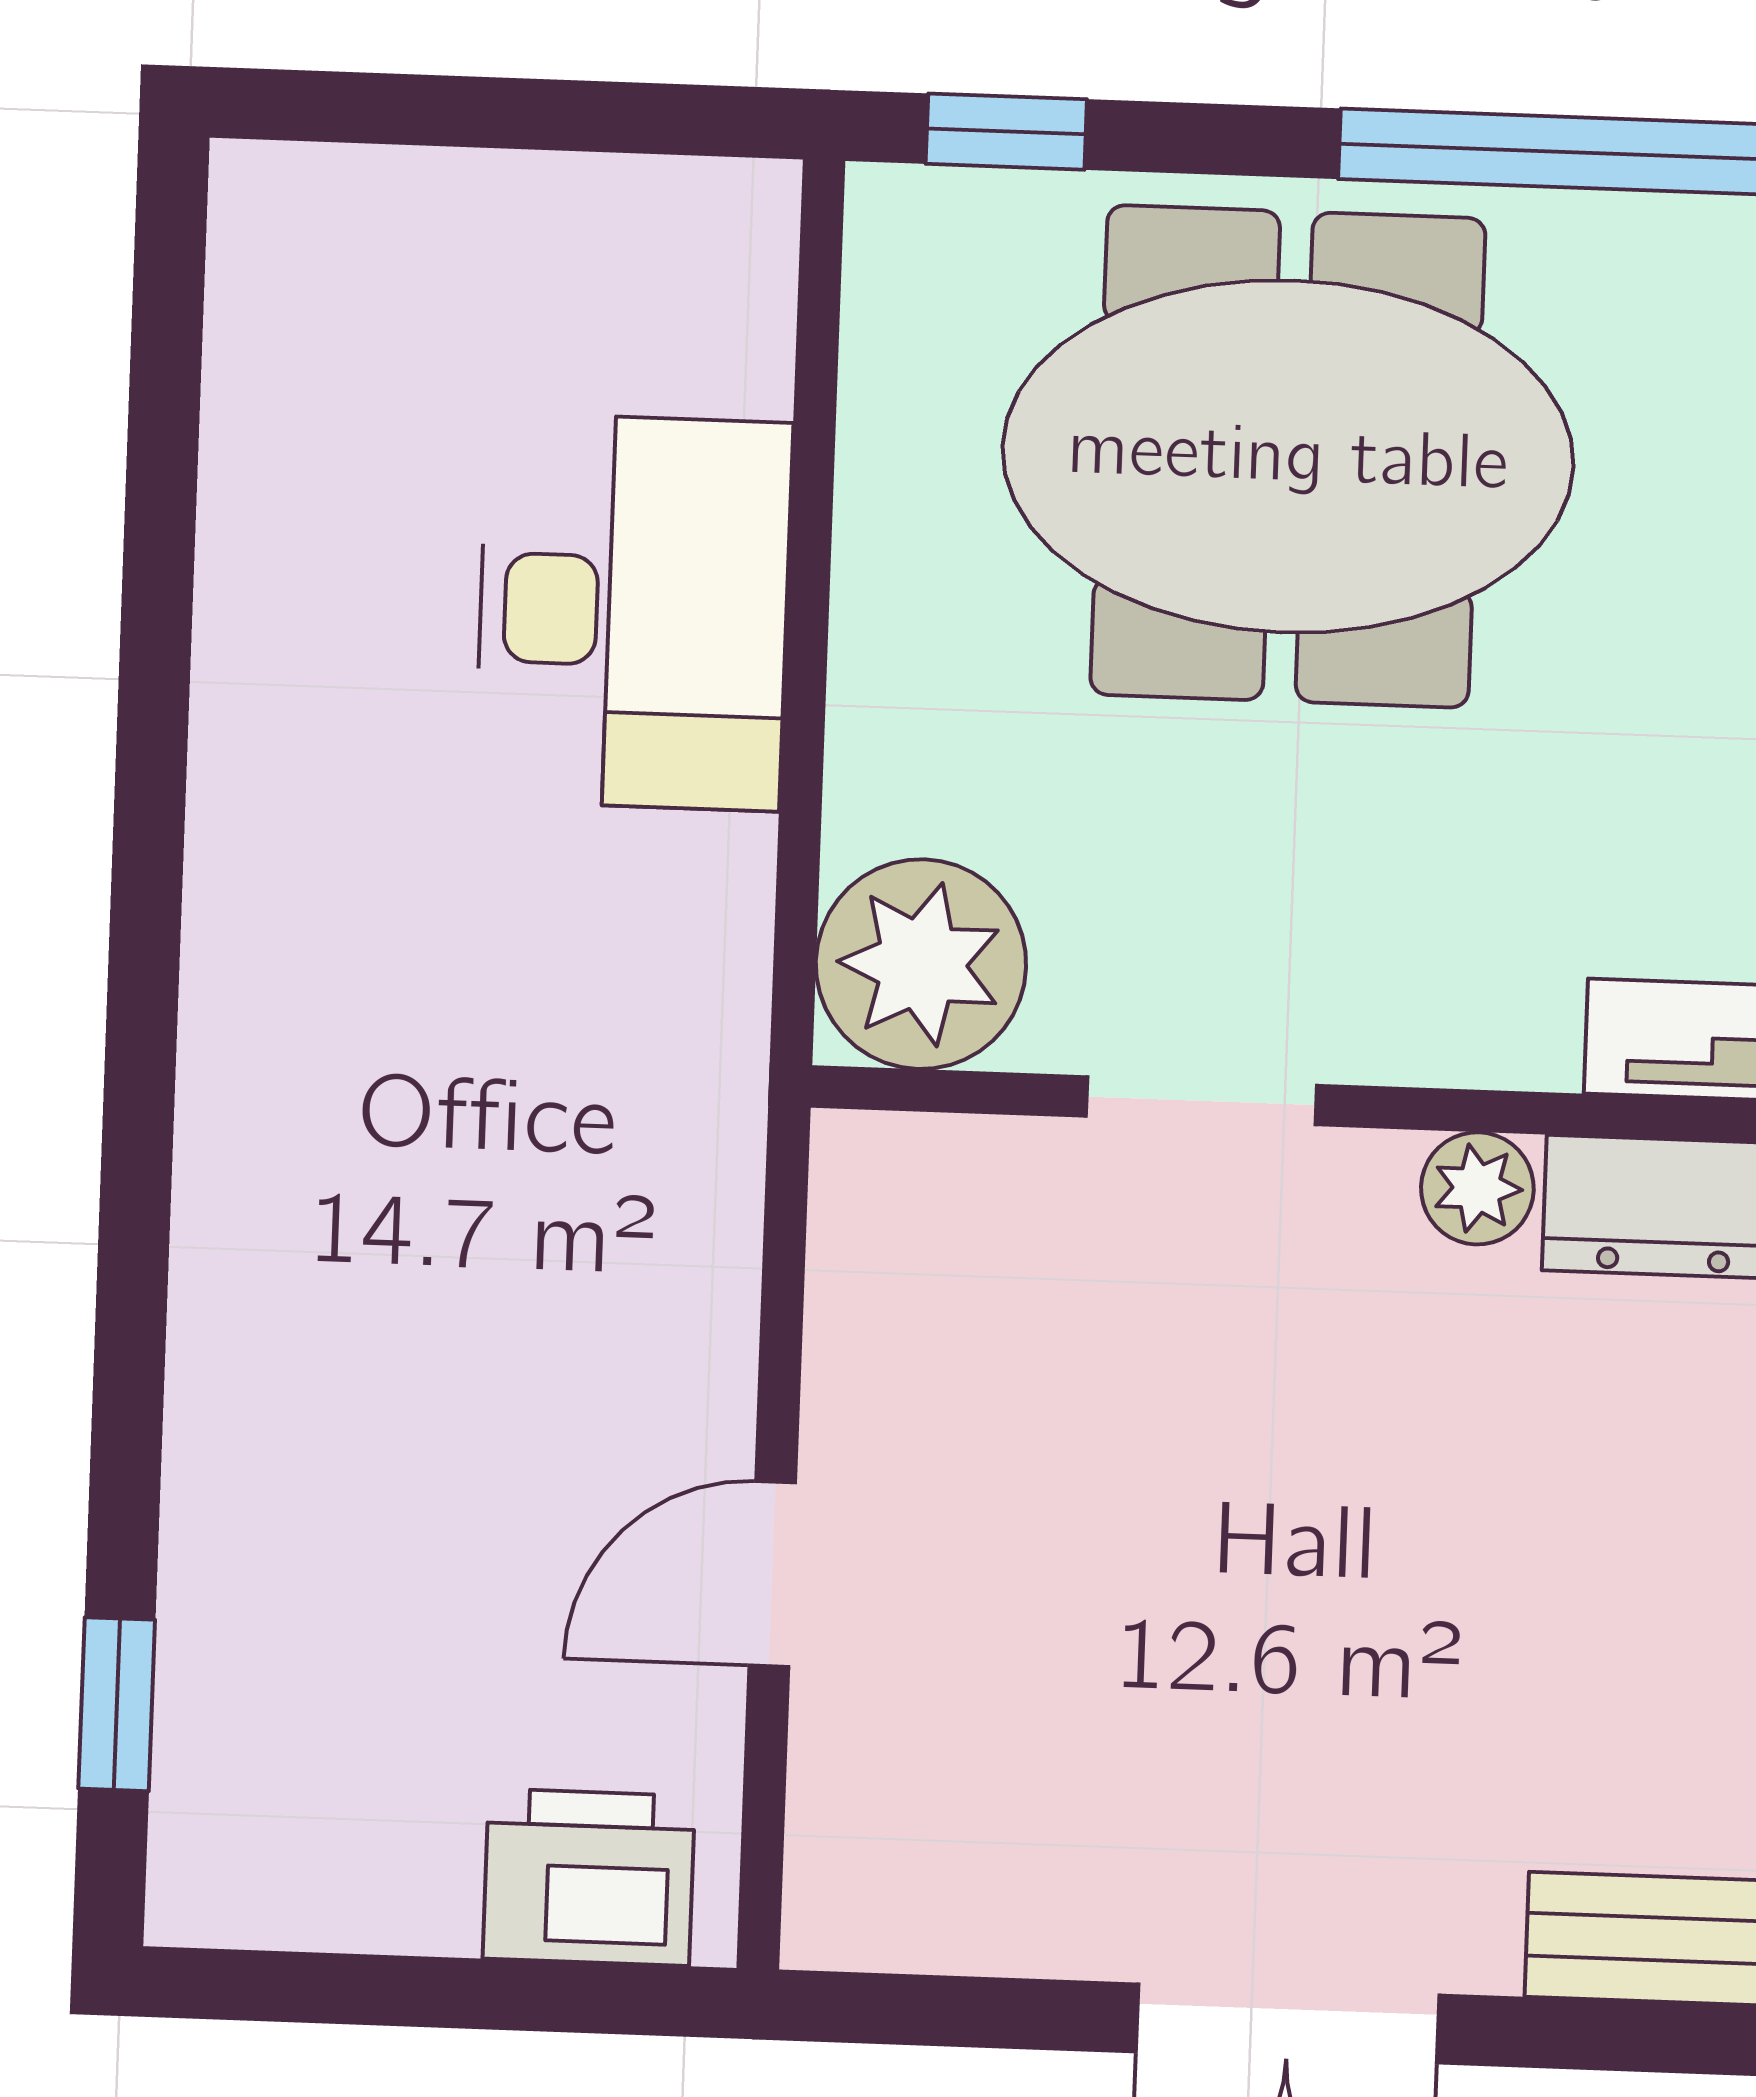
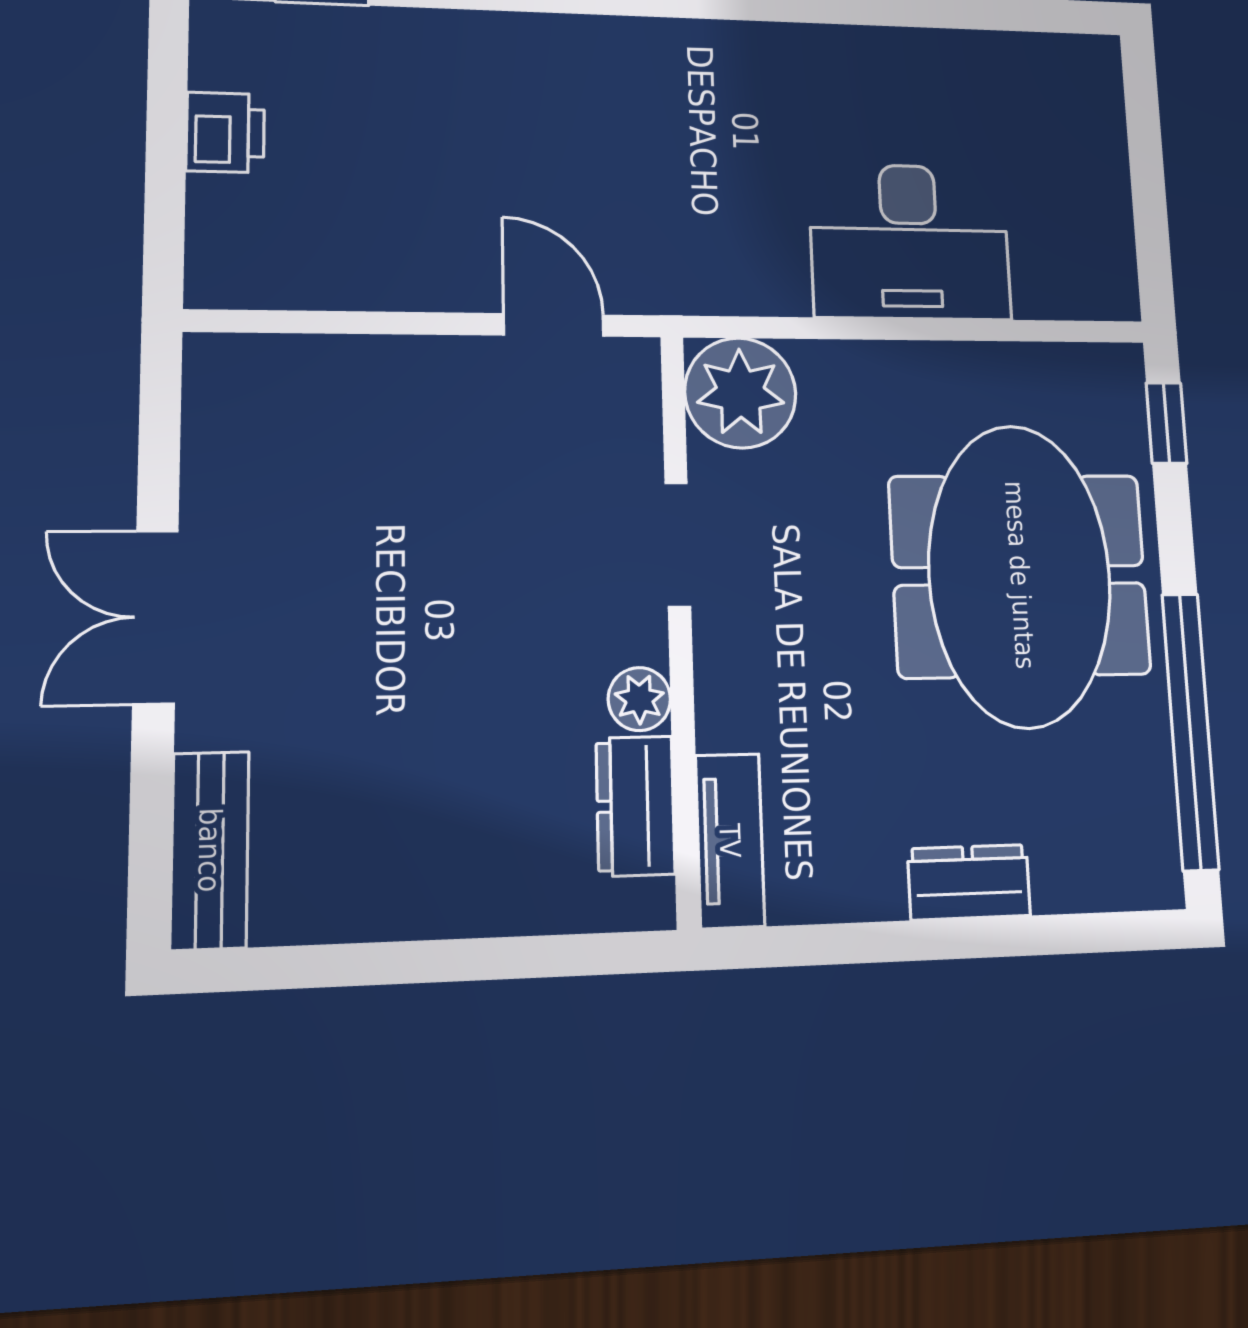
door: (772, 1574) -> (554, 325), moved
printer: (589, 1877) -> (225, 132), moved, width x0.73, depth x0.81

